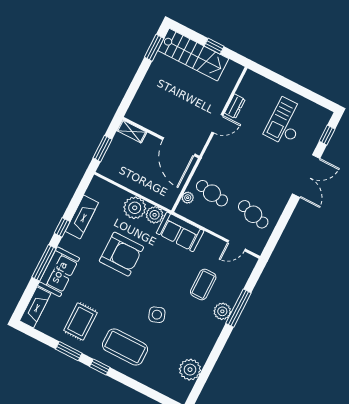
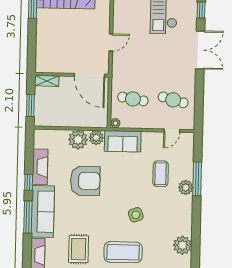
dresser: (235, 106) -> (118, 22), removed
plant: (188, 198) -> (115, 123), moved
sofa: (59, 272) -> (43, 212), width x1.36

